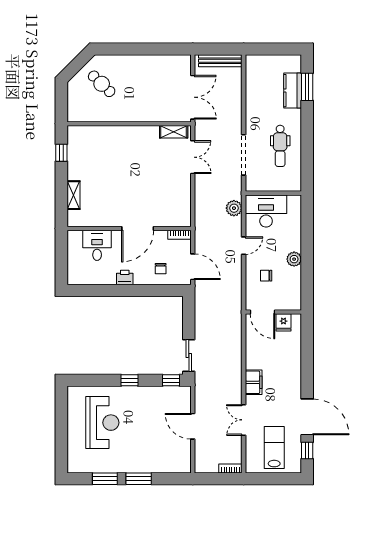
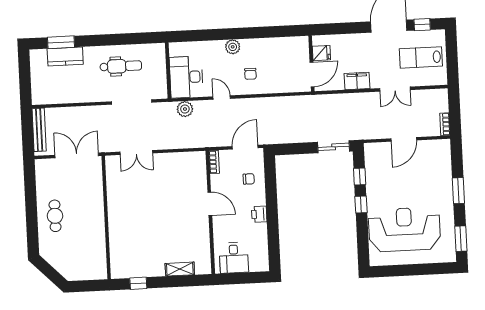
cafe table: (102, 84) -> (55, 216), moved, turned -44
shelving: (174, 132) -> (112, 173), removed
double door: (193, 157) -> (136, 152), swing flipped
door: (138, 228) -> (210, 204), width x0.73
desk: (97, 245) -> (234, 258), moved, turned -90
door: (262, 312) -> (312, 74), moved
wall: (273, 312) -> (312, 64), moved
fridge: (283, 322) -> (321, 53), moved
window: (171, 380) -> (360, 176), moved
reception desk: (102, 423) -> (404, 229), width x1.36, depth x1.30
bookcase: (230, 468) -> (445, 124), moved
window: (105, 479) -> (461, 239), moved

